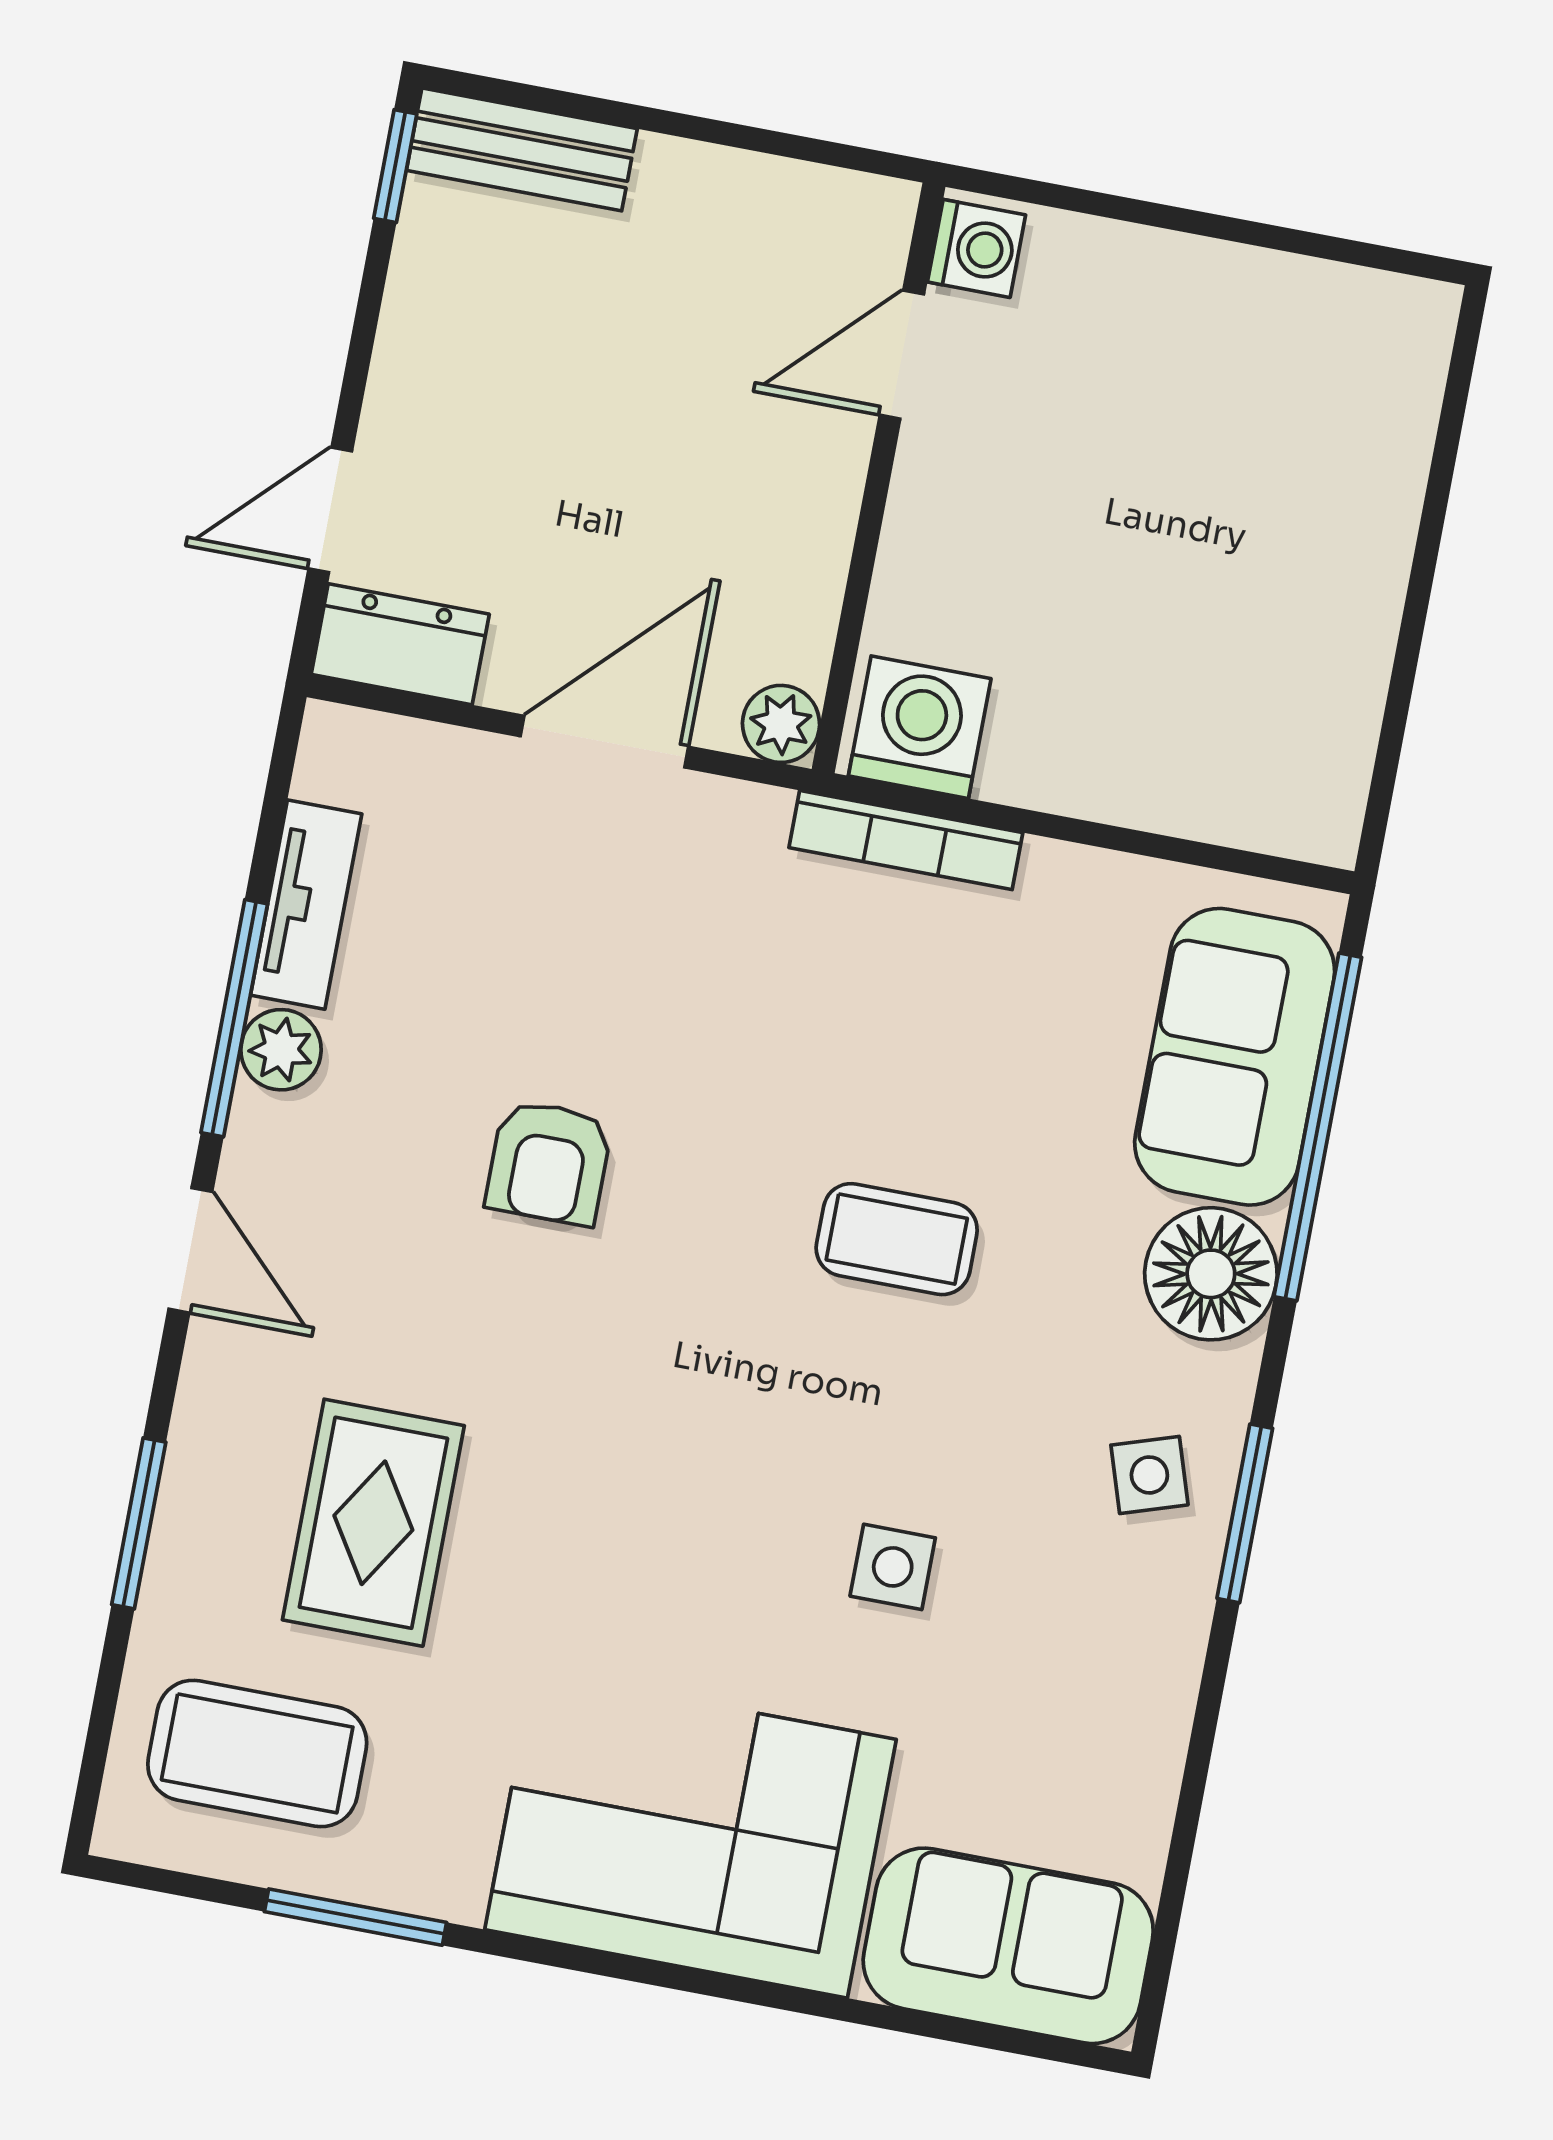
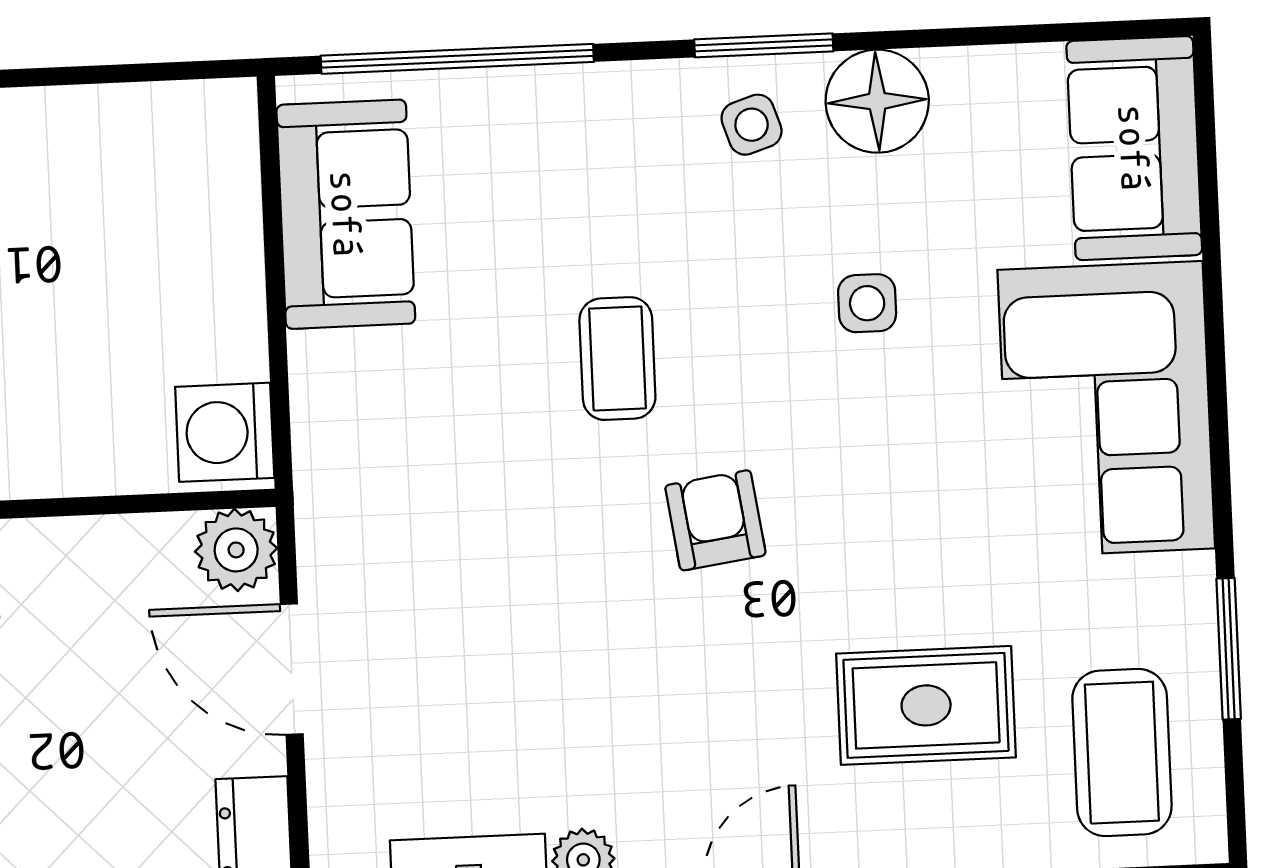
plant: (781, 724) -> (236, 550), width x1.38, depth x1.38
bookcase: (906, 840) -> (313, 423), removed
sofa: (1235, 1057) -> (346, 214), moved, turned -90
armchair: (549, 1163) -> (715, 520), moved, turned -98
floor lamp: (1211, 1274) -> (877, 101), moved

